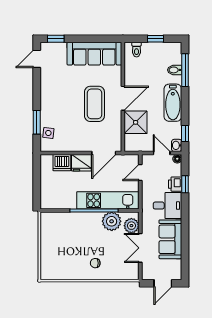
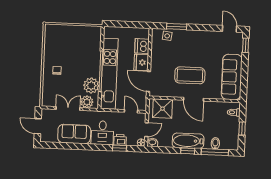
shower: (136, 122) -> (163, 109), moved
window: (185, 133) -> (188, 151), moved
kitchen unit: (108, 200) -> (109, 74), width x1.36

